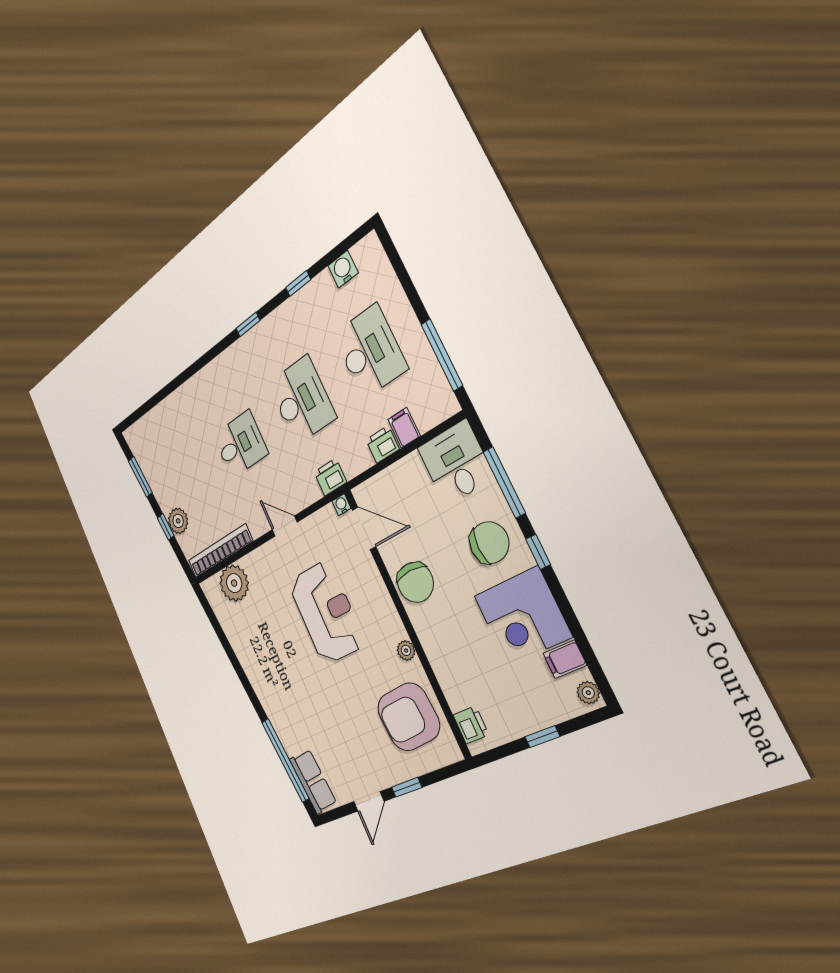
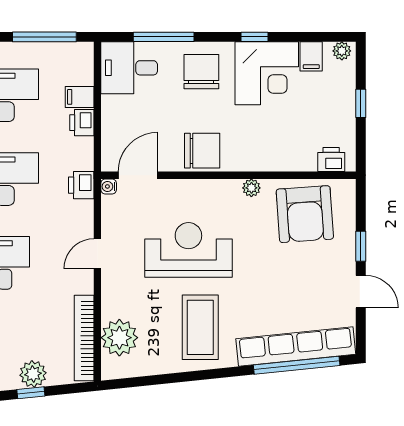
window: (538, 552) -> (254, 37), moved
coffee table: (273, 655) -> (200, 327), added
row of seats: (313, 781) -> (296, 346), width x2.02

